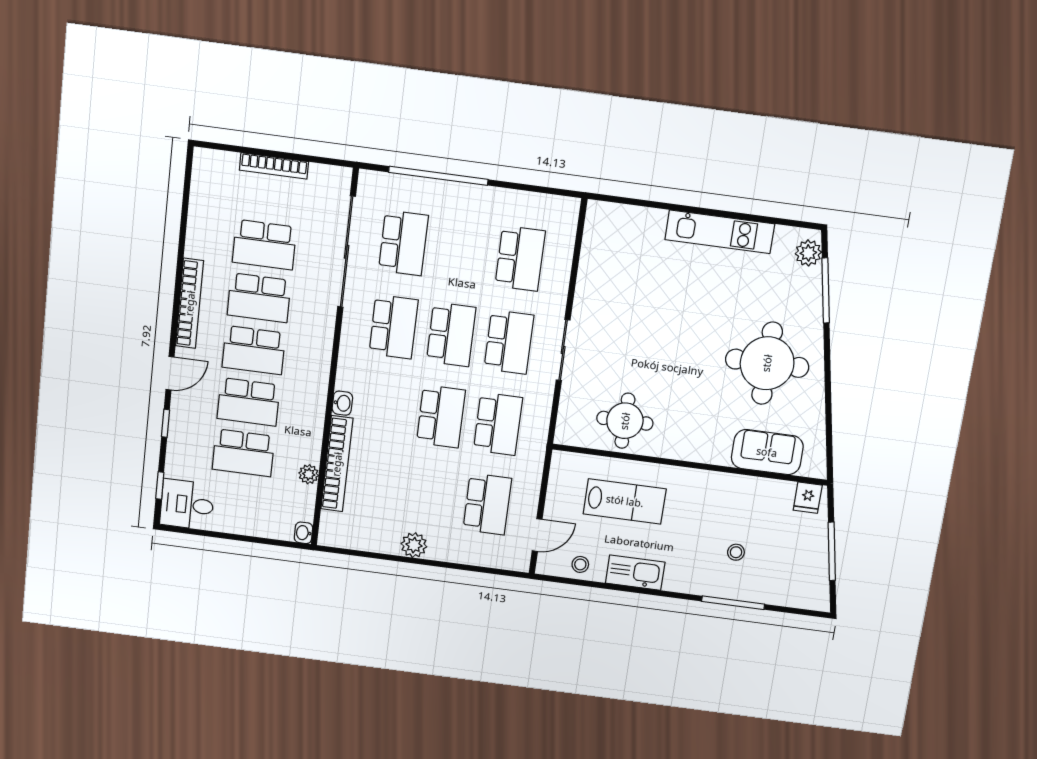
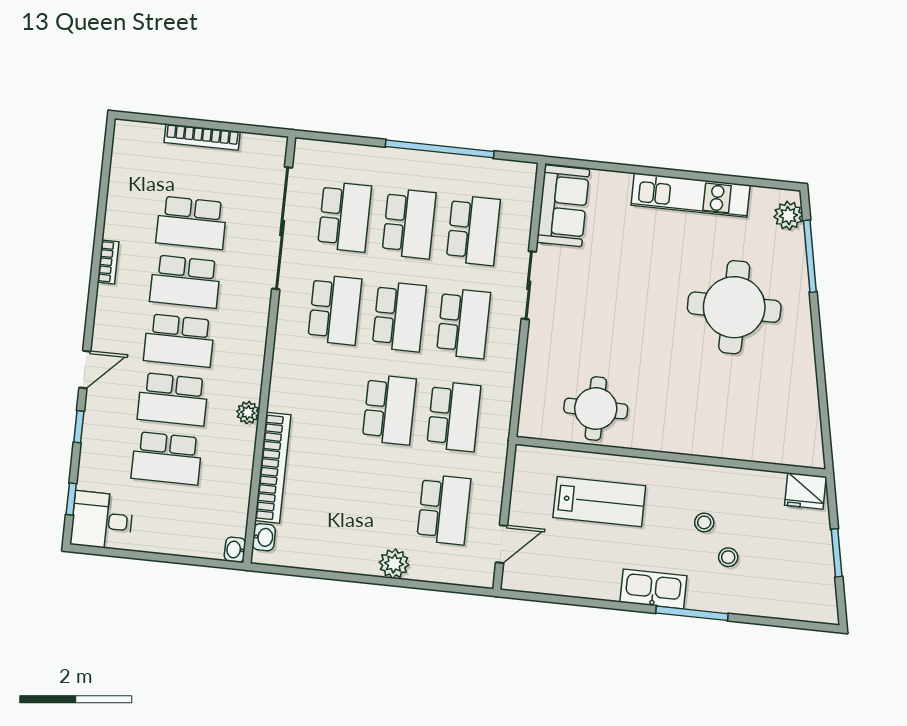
window: (438, 176) -> (440, 149), moved
school desk: (462, 251) -> (409, 223), added
bookcase: (190, 303) -> (108, 262), width x0.43, depth x0.76
sliding door: (563, 350) -> (529, 285), moved
round table: (767, 363) -> (734, 307), moved
washbasin: (342, 403) -> (264, 537), moved
sofa: (767, 452) -> (563, 206), moved, turned 90
plant: (309, 474) -> (248, 413), moved
fridge: (808, 498) -> (805, 491), width x1.38
plant: (414, 545) -> (394, 564), moved
window: (832, 551) -> (837, 553), width x0.69
stool: (580, 564) -> (704, 522), moved
kitchen sink: (635, 573) -> (653, 589), moved
window: (733, 603) -> (692, 613), moved

